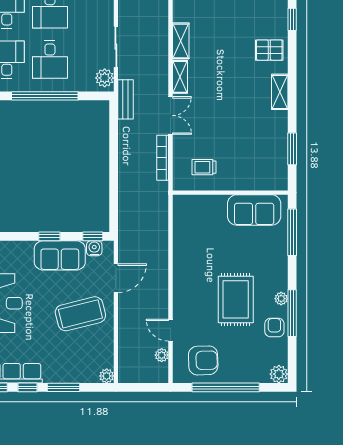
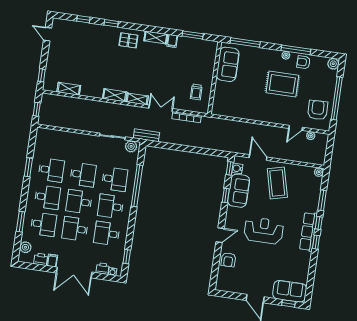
pallet: (269, 50) -> (128, 40), turned 90
filing cabinet: (278, 118) -> (172, 41), added

